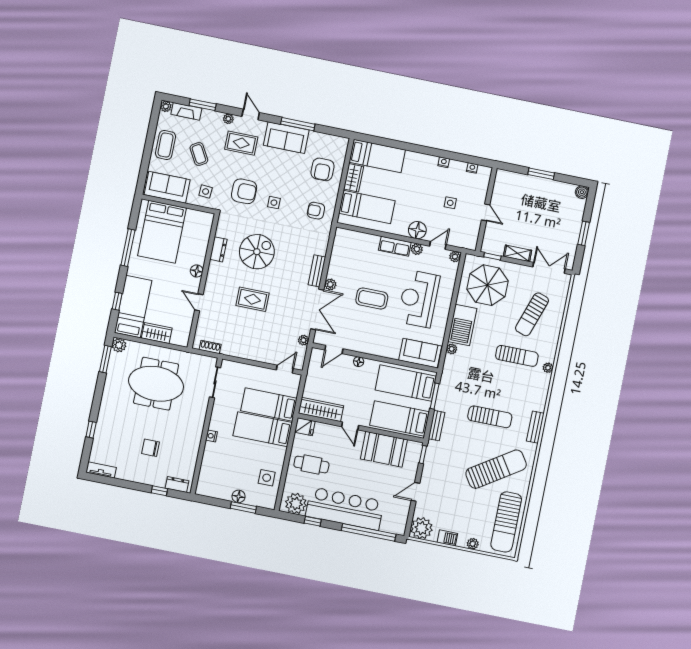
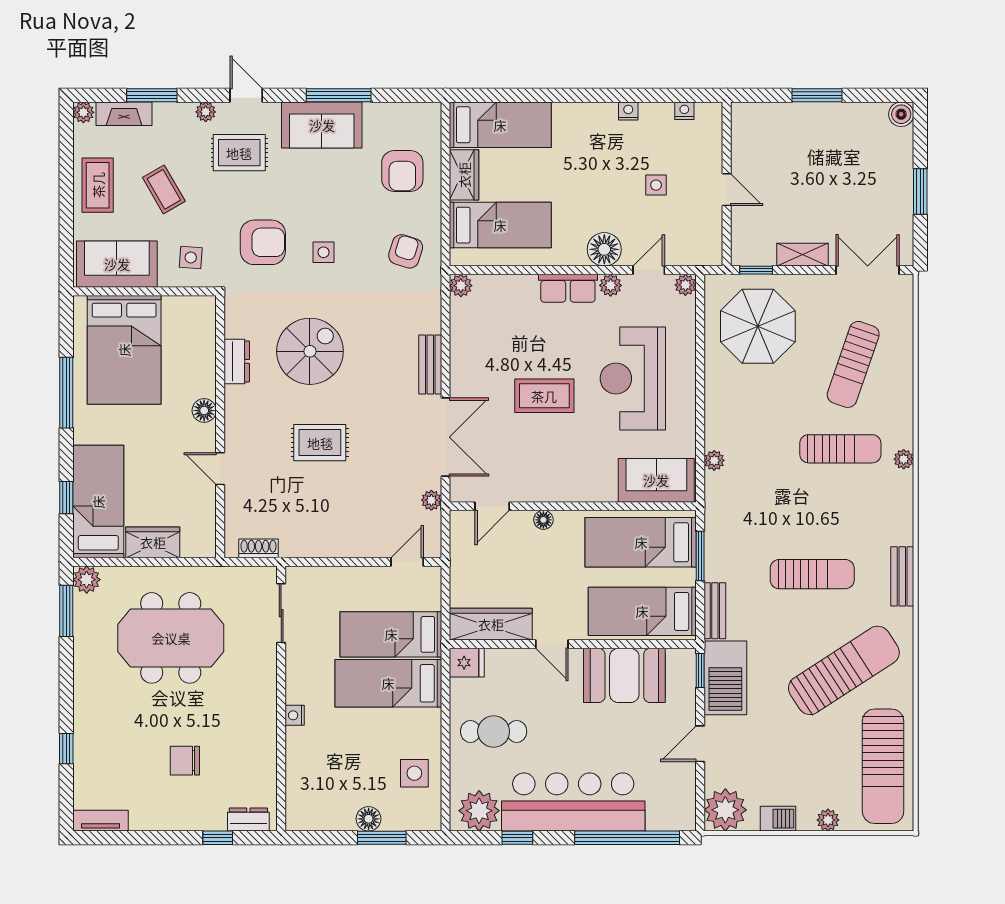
armchair: (316, 211) -> (406, 251), turned 107
plant: (330, 284) -> (461, 286), moved
barbecue: (462, 325) -> (725, 678), moved

